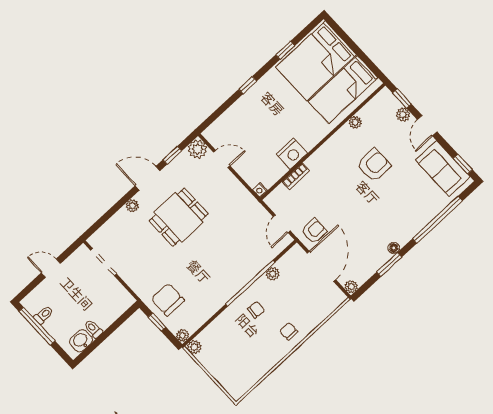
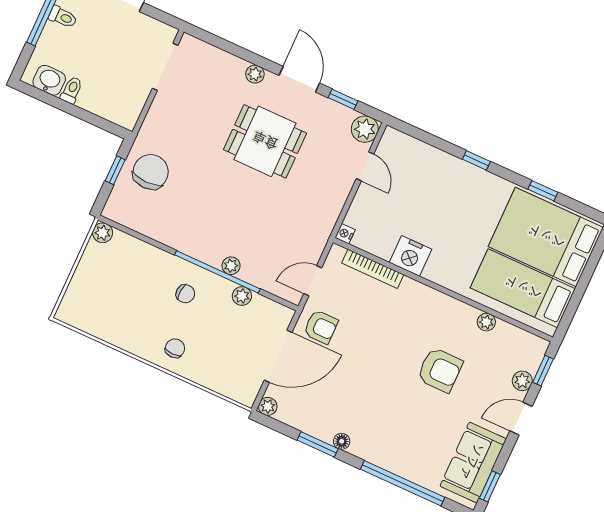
bookcase: (296, 176) -> (373, 269), width x1.56
plant: (182, 335) -> (231, 266), moved

